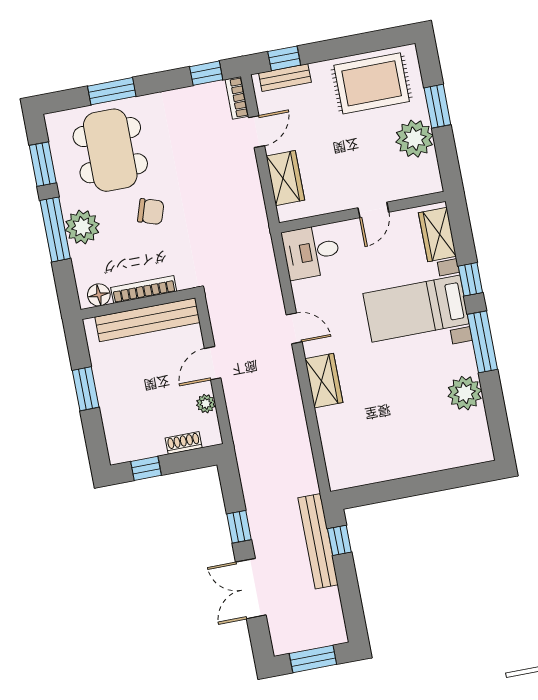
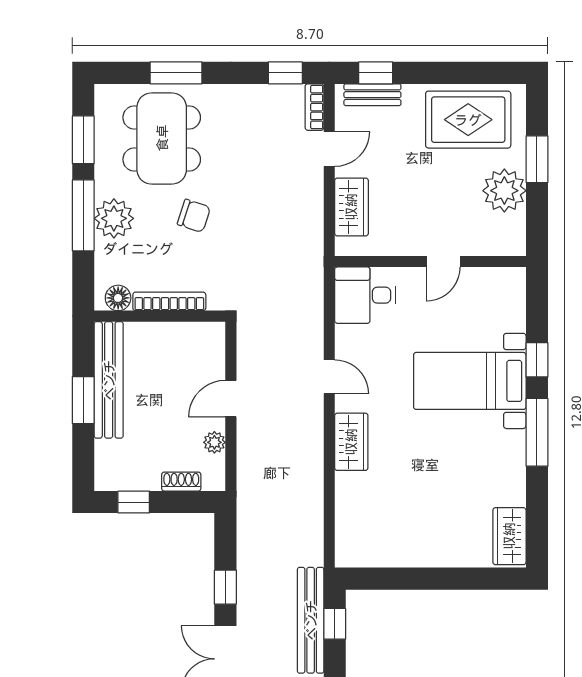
wardrobe: (437, 235) -> (509, 536), moved
bench: (147, 320) -> (109, 380), moved, turned 90
plant: (465, 393) -> (506, 486), removed

